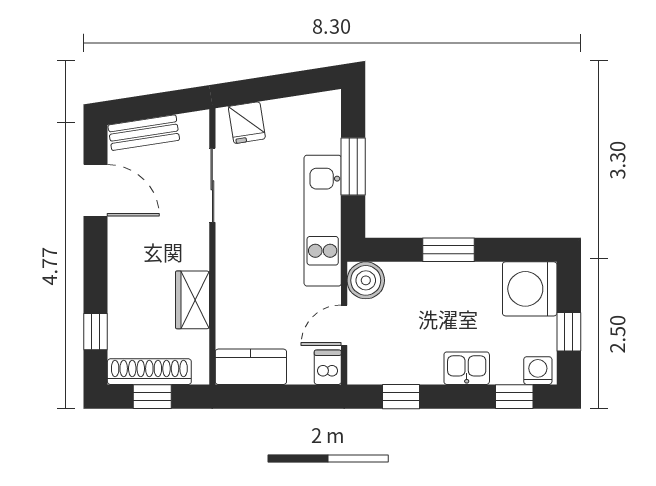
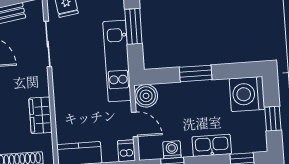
door: (344, 325) -> (135, 124), swing flipped
kitchen sink: (467, 368) -> (212, 145), width x1.38
washing machine: (538, 371) -> (172, 150), moved

